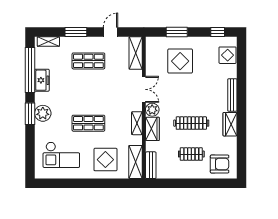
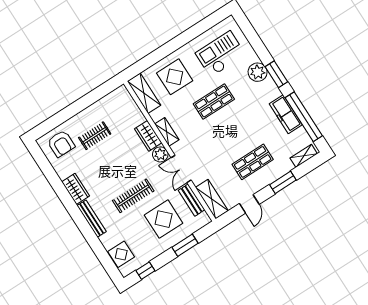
freezer: (42, 80) -> (286, 114), width x1.40
plant: (43, 113) -> (258, 72), moved
clothes rail: (191, 123) -> (133, 196), moved
armchair: (220, 164) -> (61, 144), turned -90
bench: (151, 165) -> (192, 200), moved

